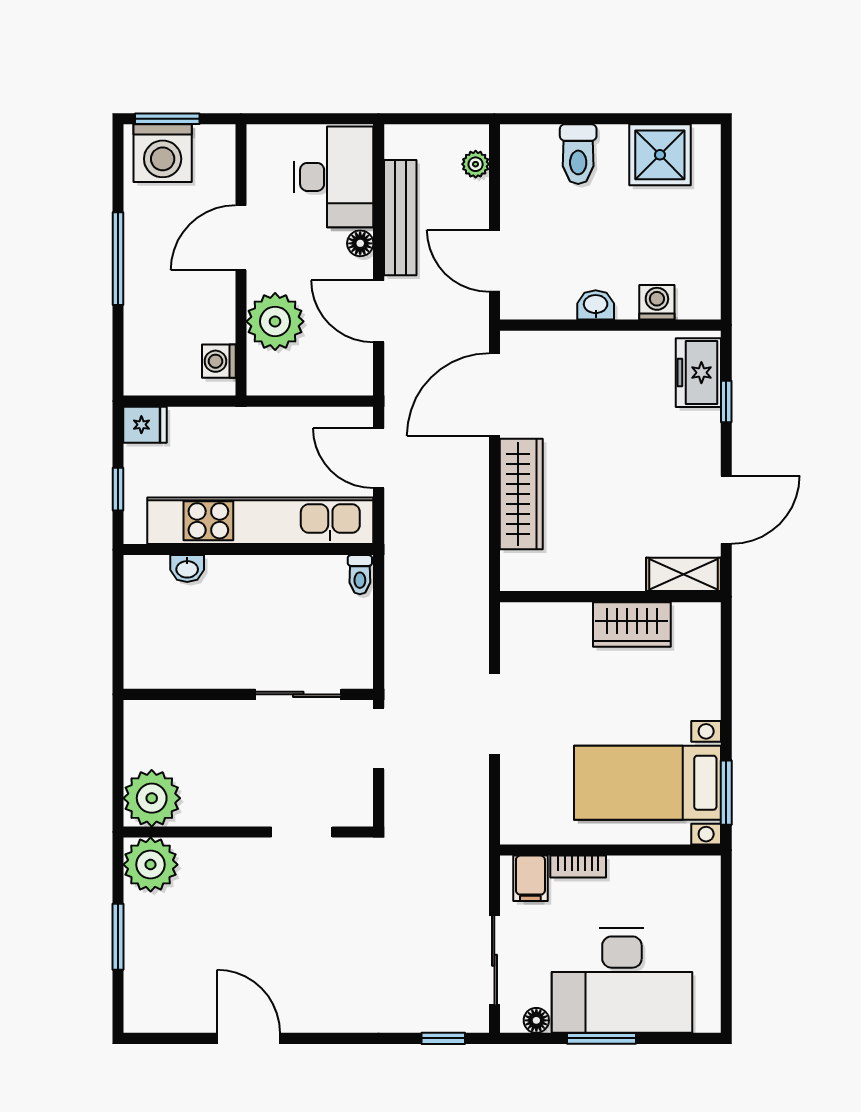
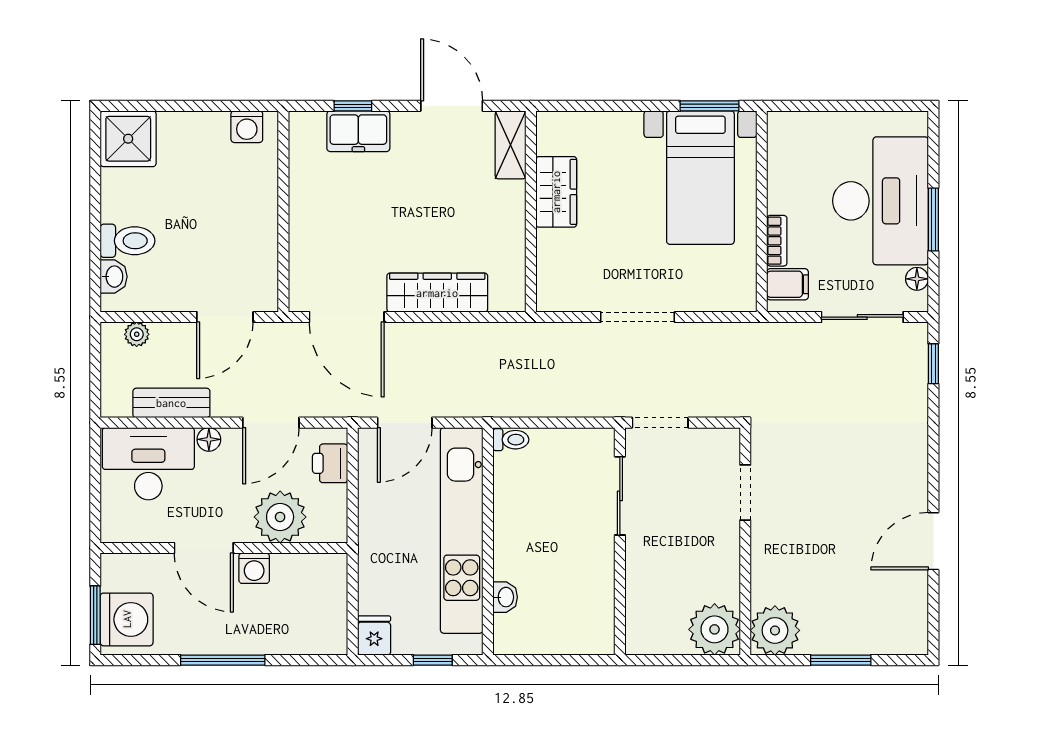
shower: (660, 155) -> (128, 139), moved
bench: (400, 218) -> (171, 403), width x0.73
washing machine: (657, 302) -> (247, 127), moved, turned -90
washbasin: (596, 305) -> (114, 277), moved, turned 180
washing machine: (219, 361) -> (254, 568), moved
freezer: (698, 373) -> (358, 131), moved
printer: (334, 376) -> (330, 463), added

